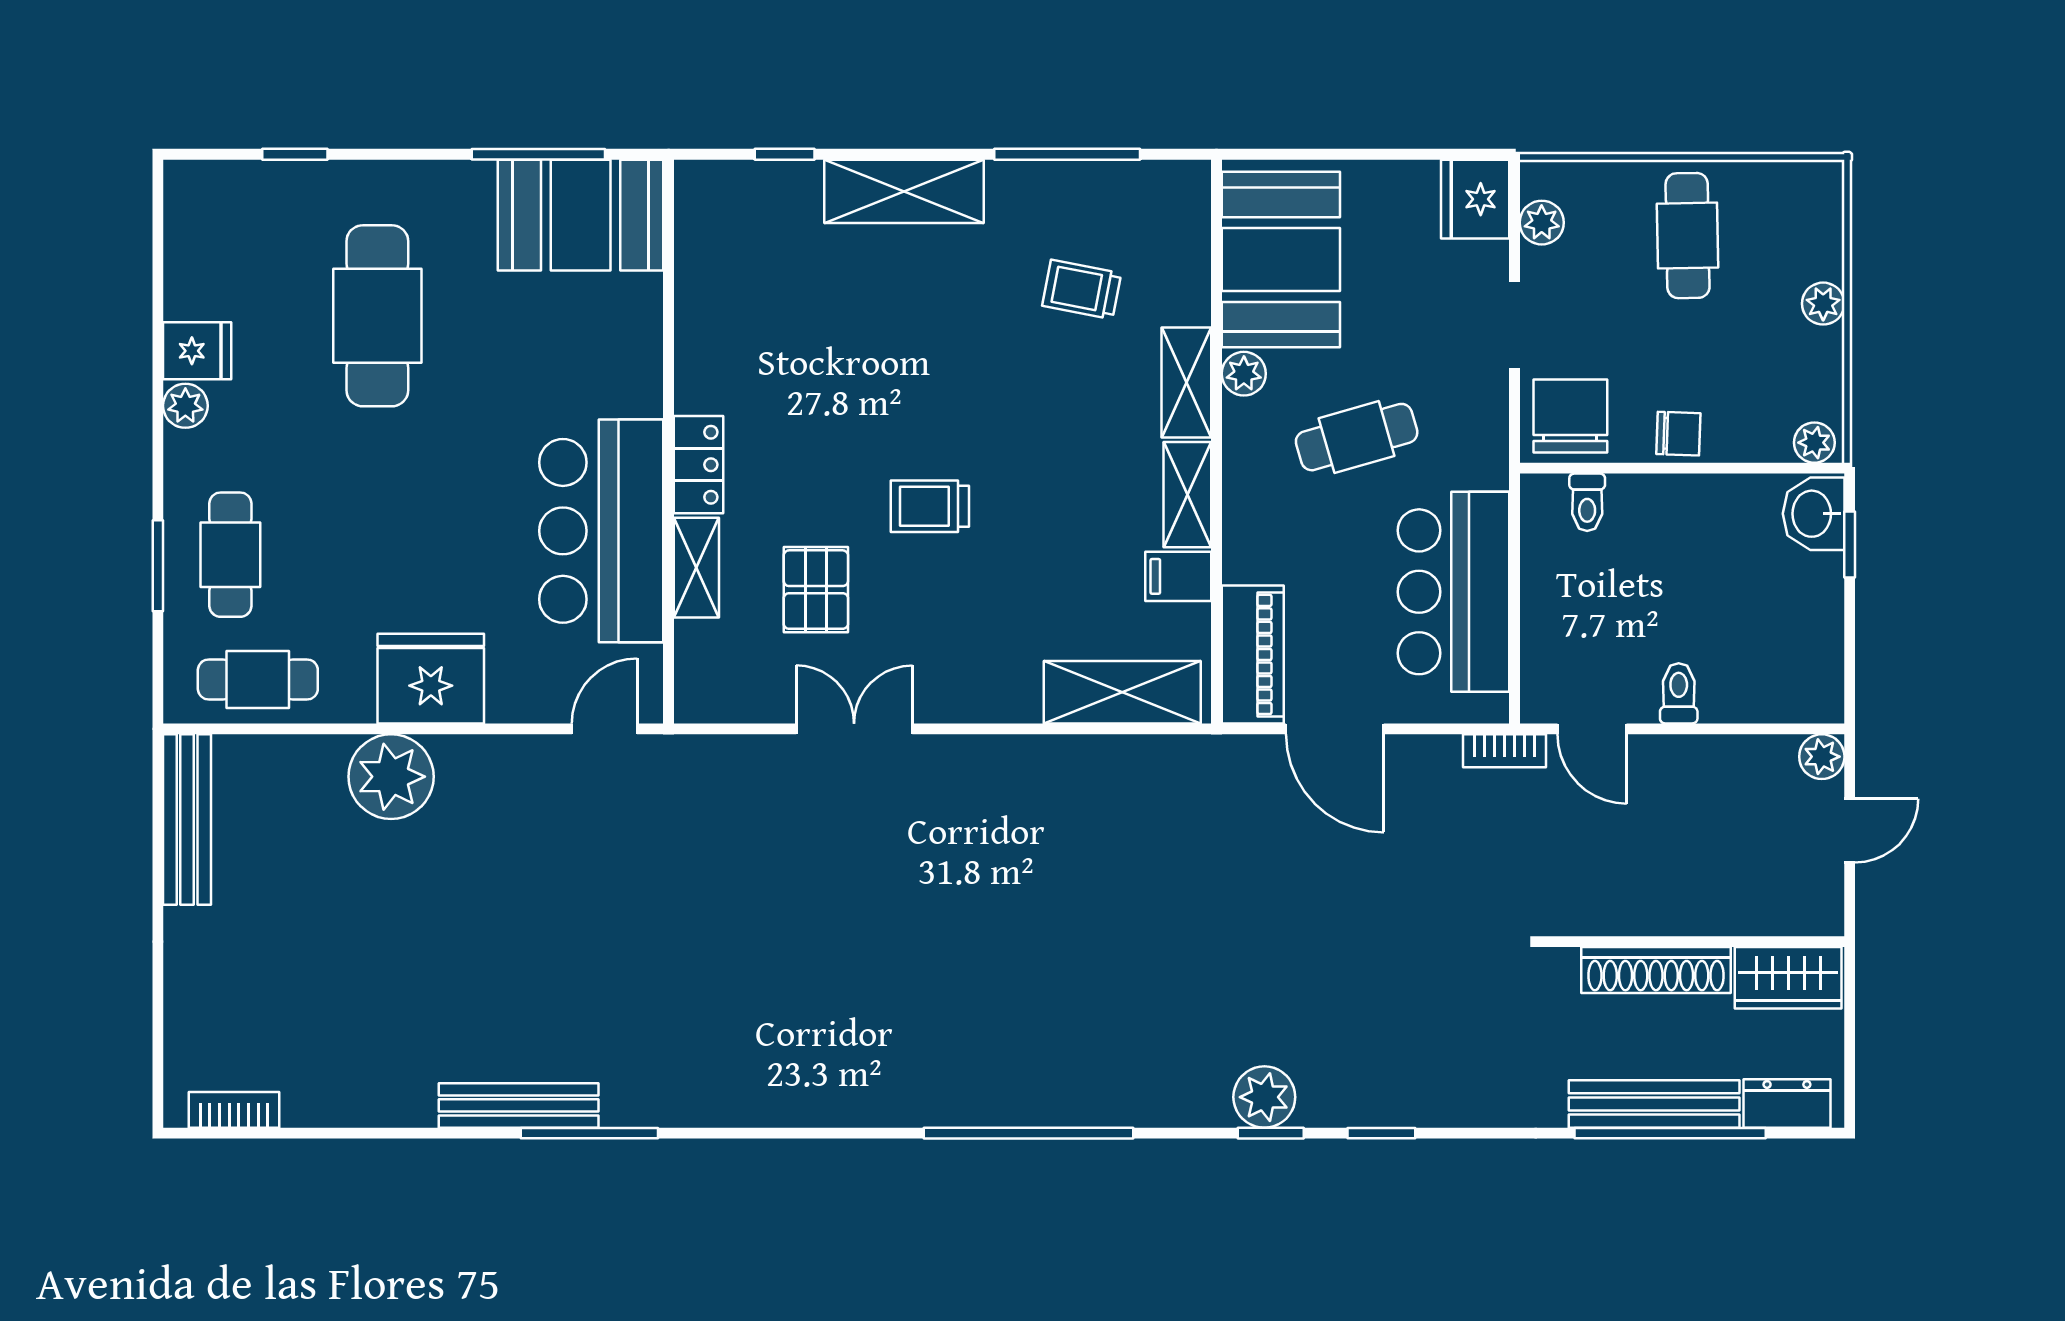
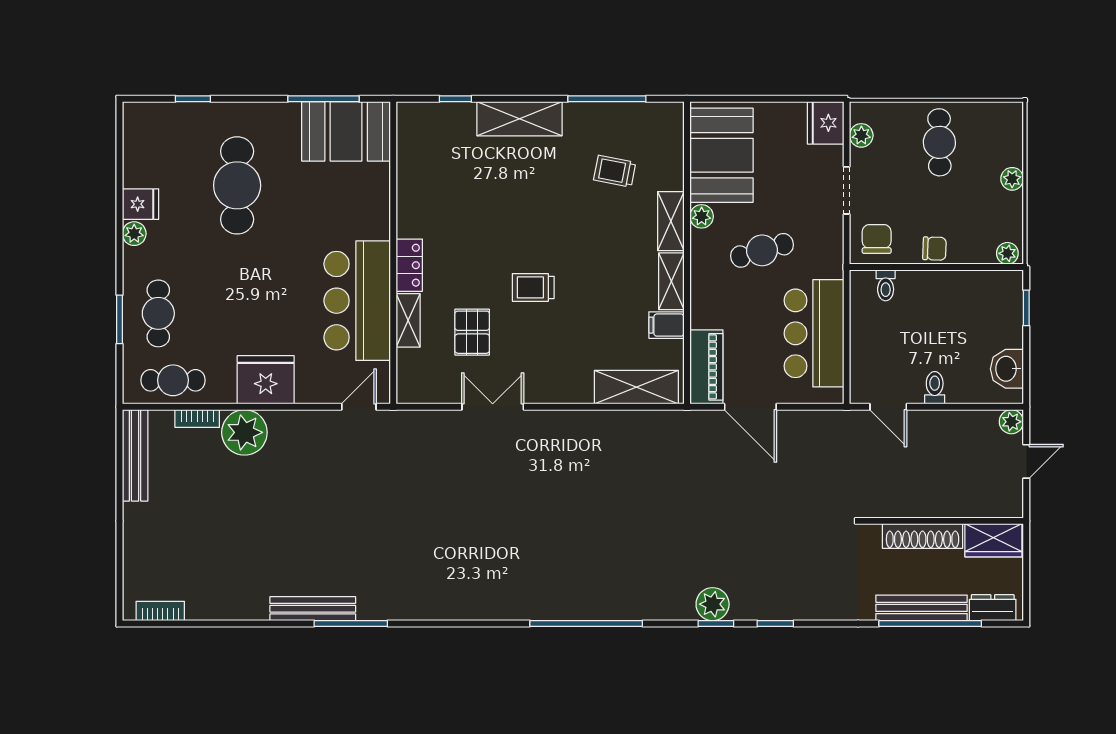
chair: (1570, 416) -> (877, 239), width x0.73, depth x0.73
washbasin: (1814, 514) -> (1007, 369), moved
bookcase: (1504, 751) -> (197, 419), moved

